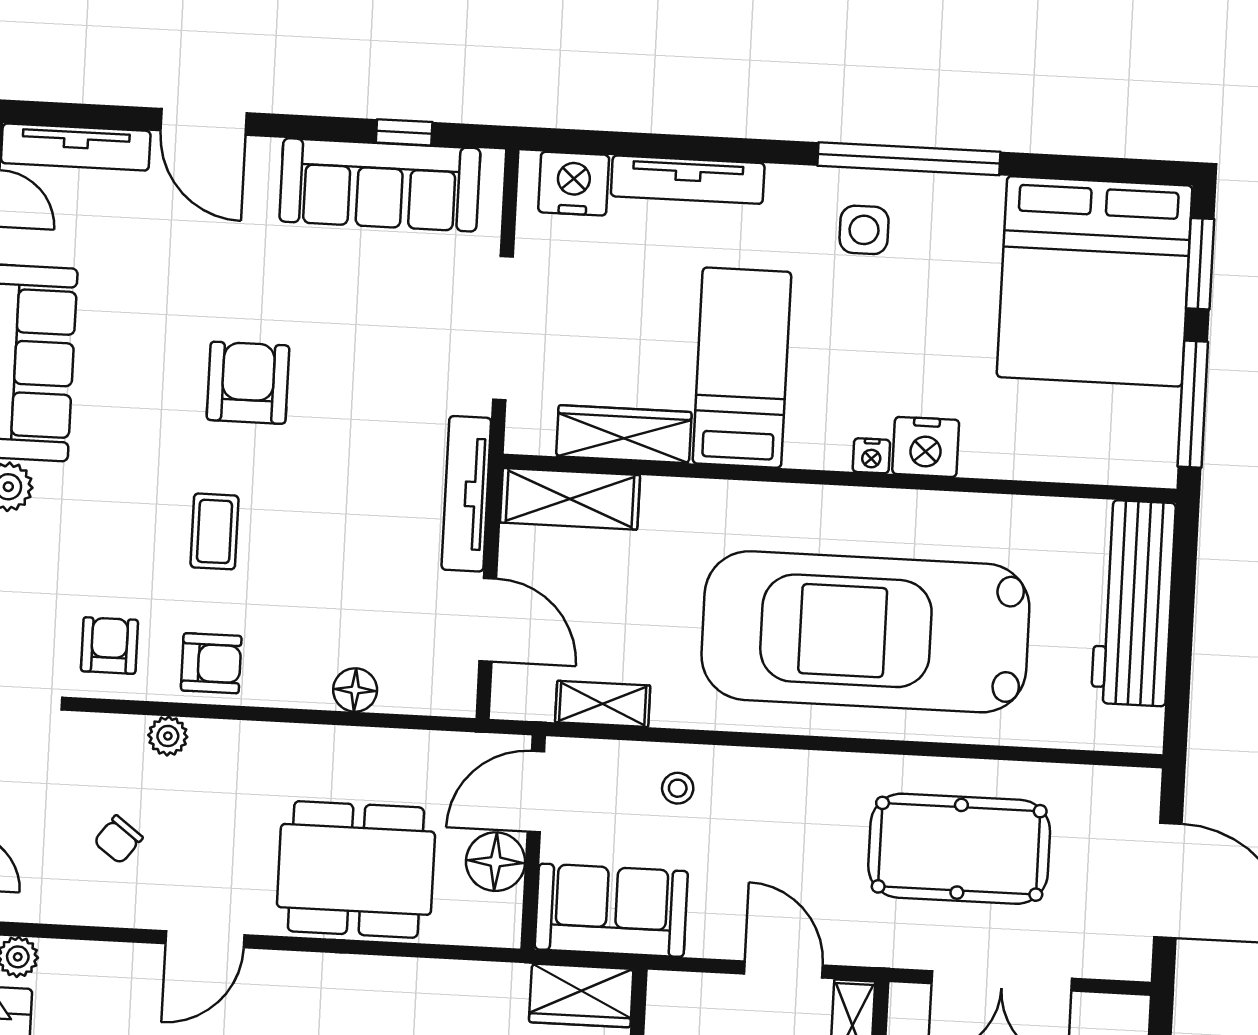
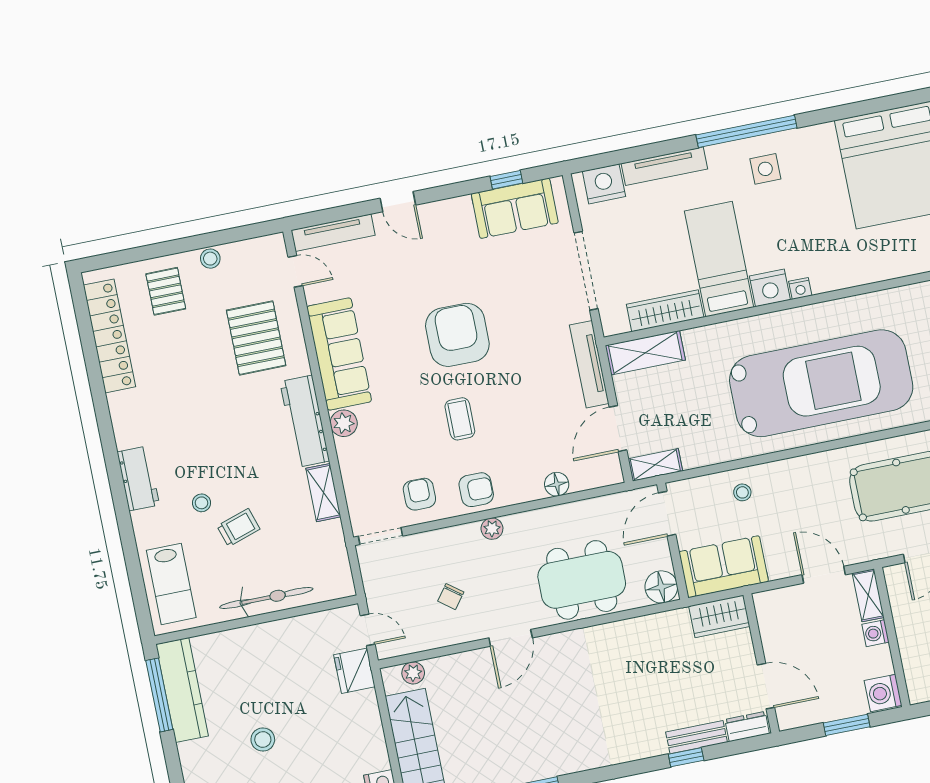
door: (204, 122) -> (398, 202), width x0.73
window: (909, 159) -> (746, 131), moved
sofa: (380, 185) -> (515, 208), width x0.73
armchair: (248, 383) -> (457, 335), width x1.36, depth x1.36
nightstand: (926, 447) -> (770, 288), moved
door: (488, 620) -> (618, 429), swing flipped
car: (865, 632) -> (821, 383), turned 180
shelving: (603, 704) -> (655, 465), moved
plant: (168, 736) -> (492, 529), moved
floor lamp: (496, 862) -> (661, 587), moved

